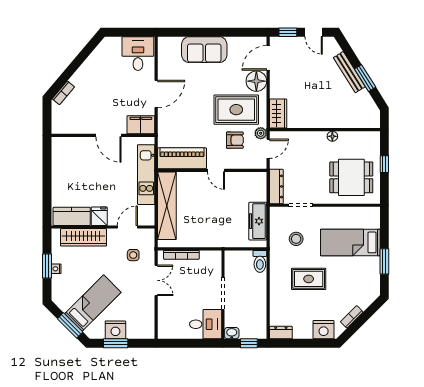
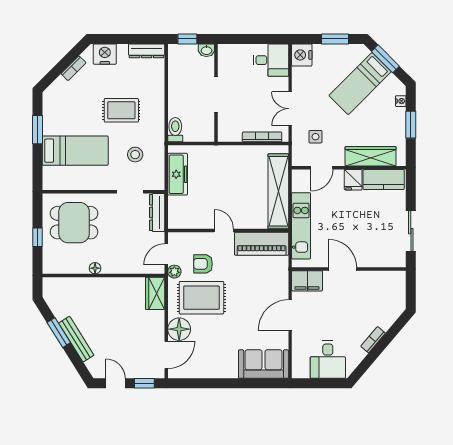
sofa: (204, 50) -> (264, 364), moved
desk: (138, 54) -> (328, 360), moved
bookcase: (63, 93) -> (373, 340), moved
sliding door: (47, 170) -> (411, 231), added
nightstand: (56, 269) -> (401, 101), moved
desk: (206, 324) -> (271, 60), moved, turned 180
nightstand: (115, 330) -> (302, 55), moved, turned -90
dresser: (281, 333) -> (147, 51), width x1.44

